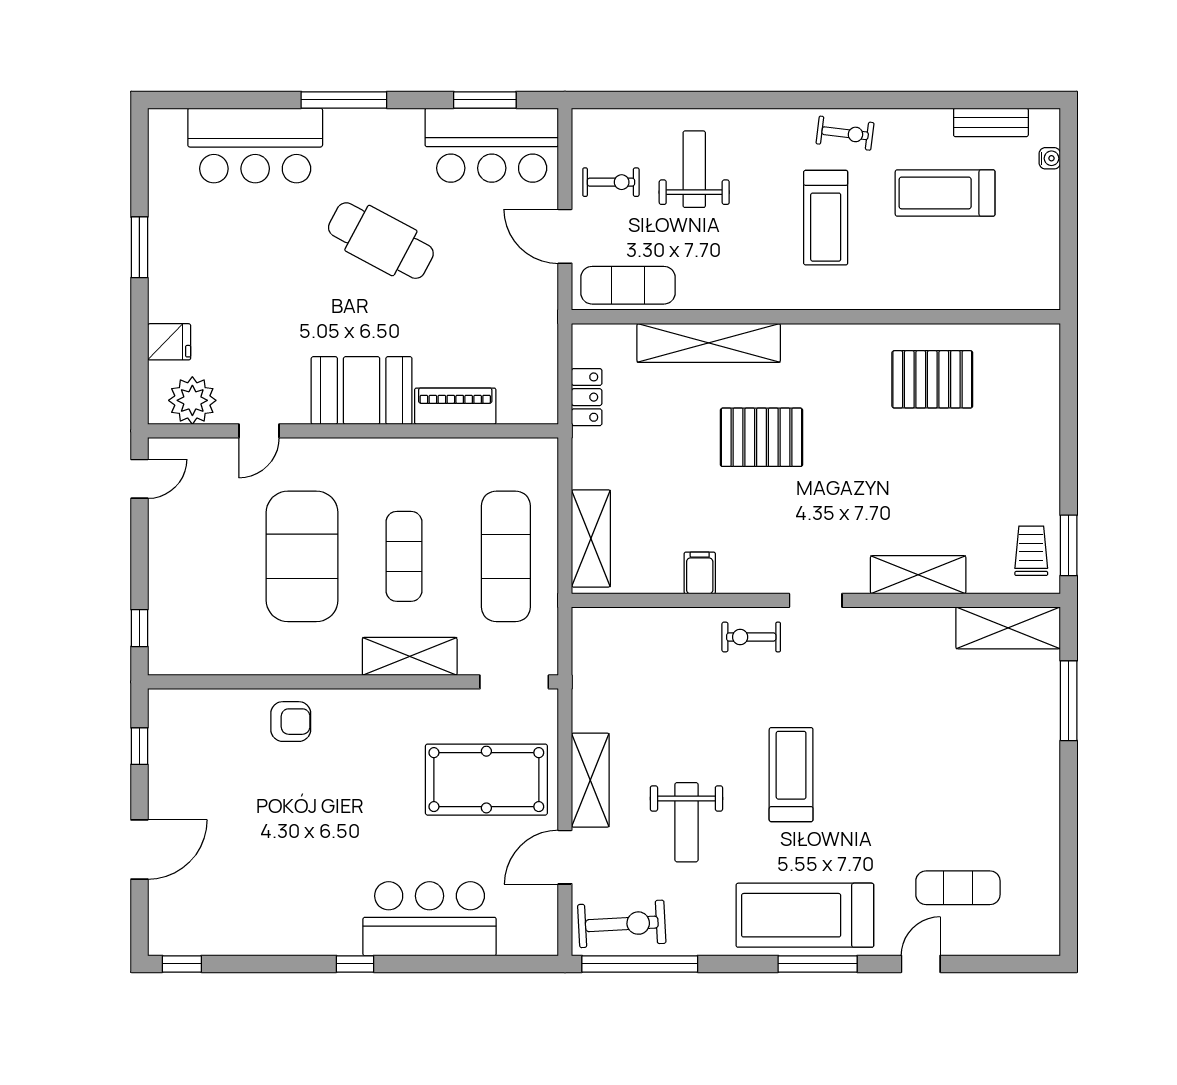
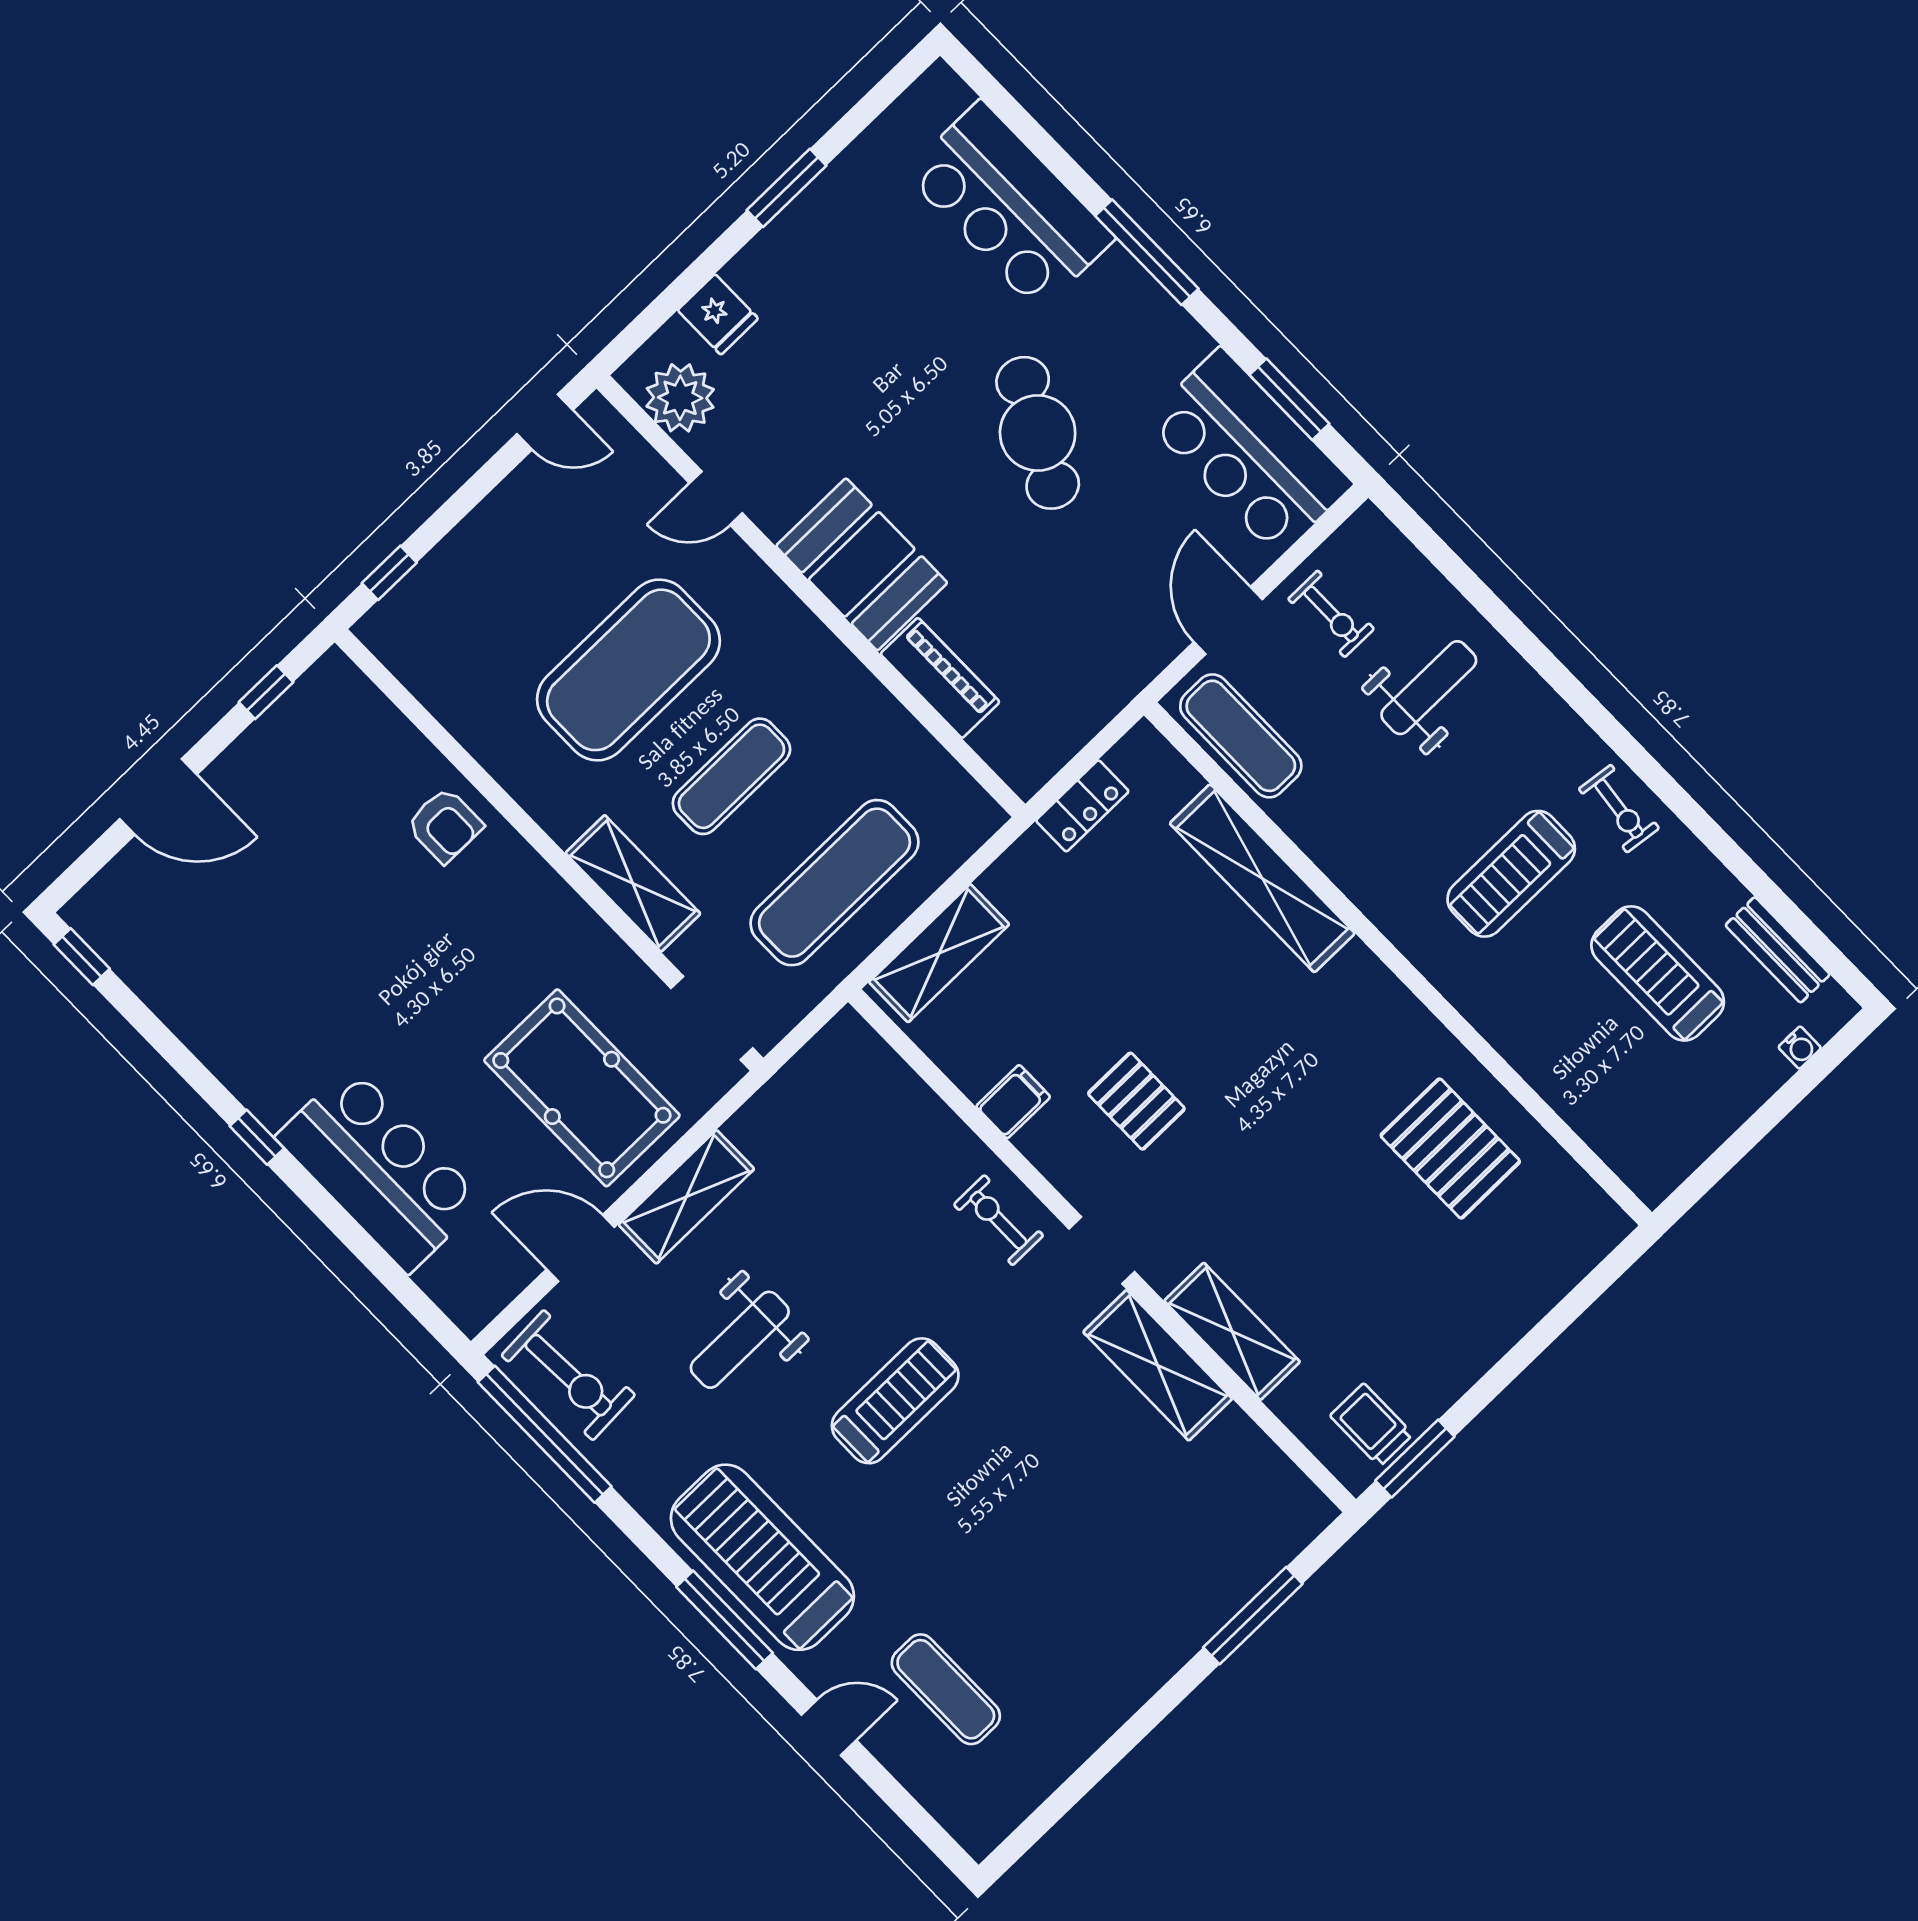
pallet: (762, 437) -> (1136, 1101), moved, width x0.67, depth x0.71
trolley: (1031, 551) -> (1372, 1425), turned -90
shelving: (1008, 628) -> (1158, 1365), moved

